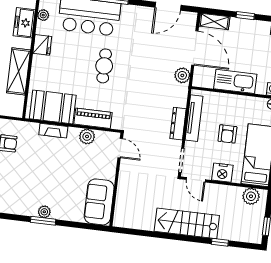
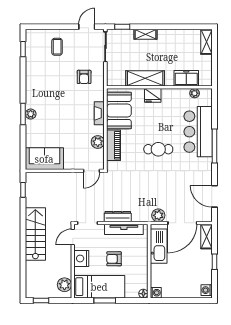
fridge: (42, 45) -> (153, 95), moved
kitchen sink: (235, 81) -> (159, 246), moved
window: (220, 242) -> (23, 190), moved

